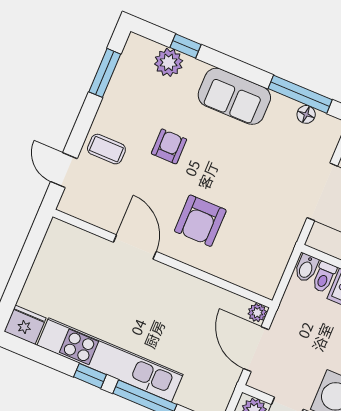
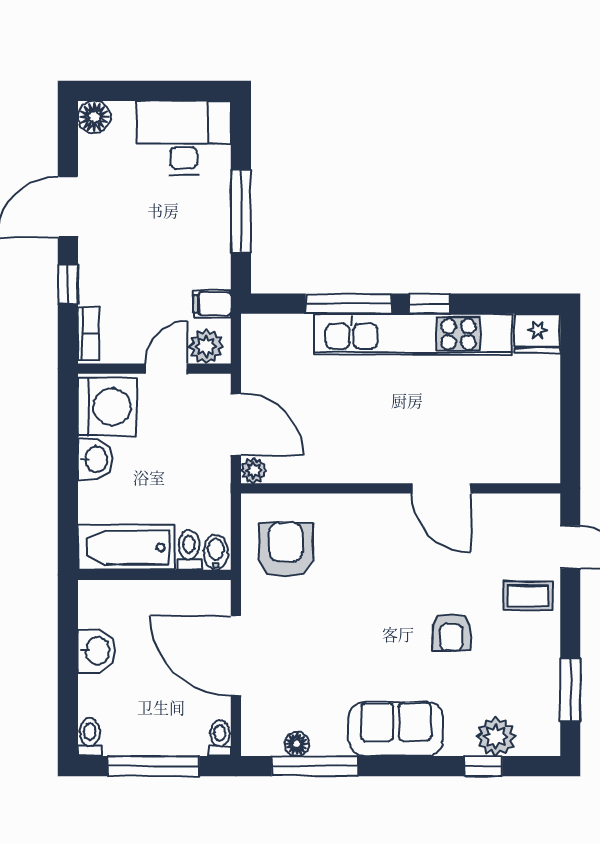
armchair: (200, 221) -> (286, 550), moved

